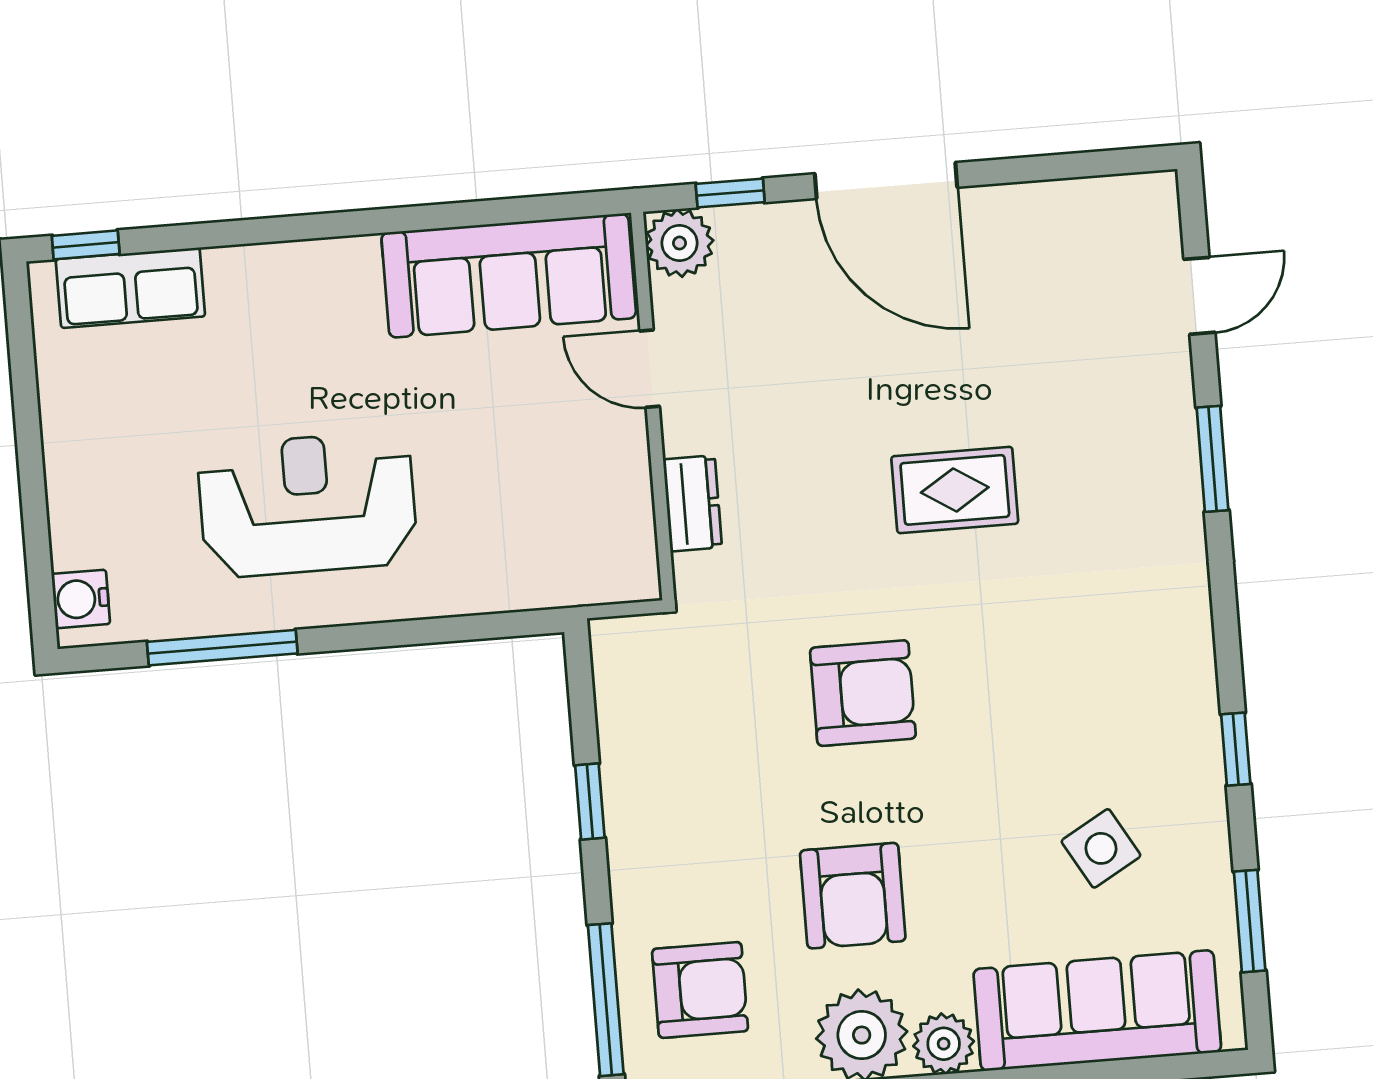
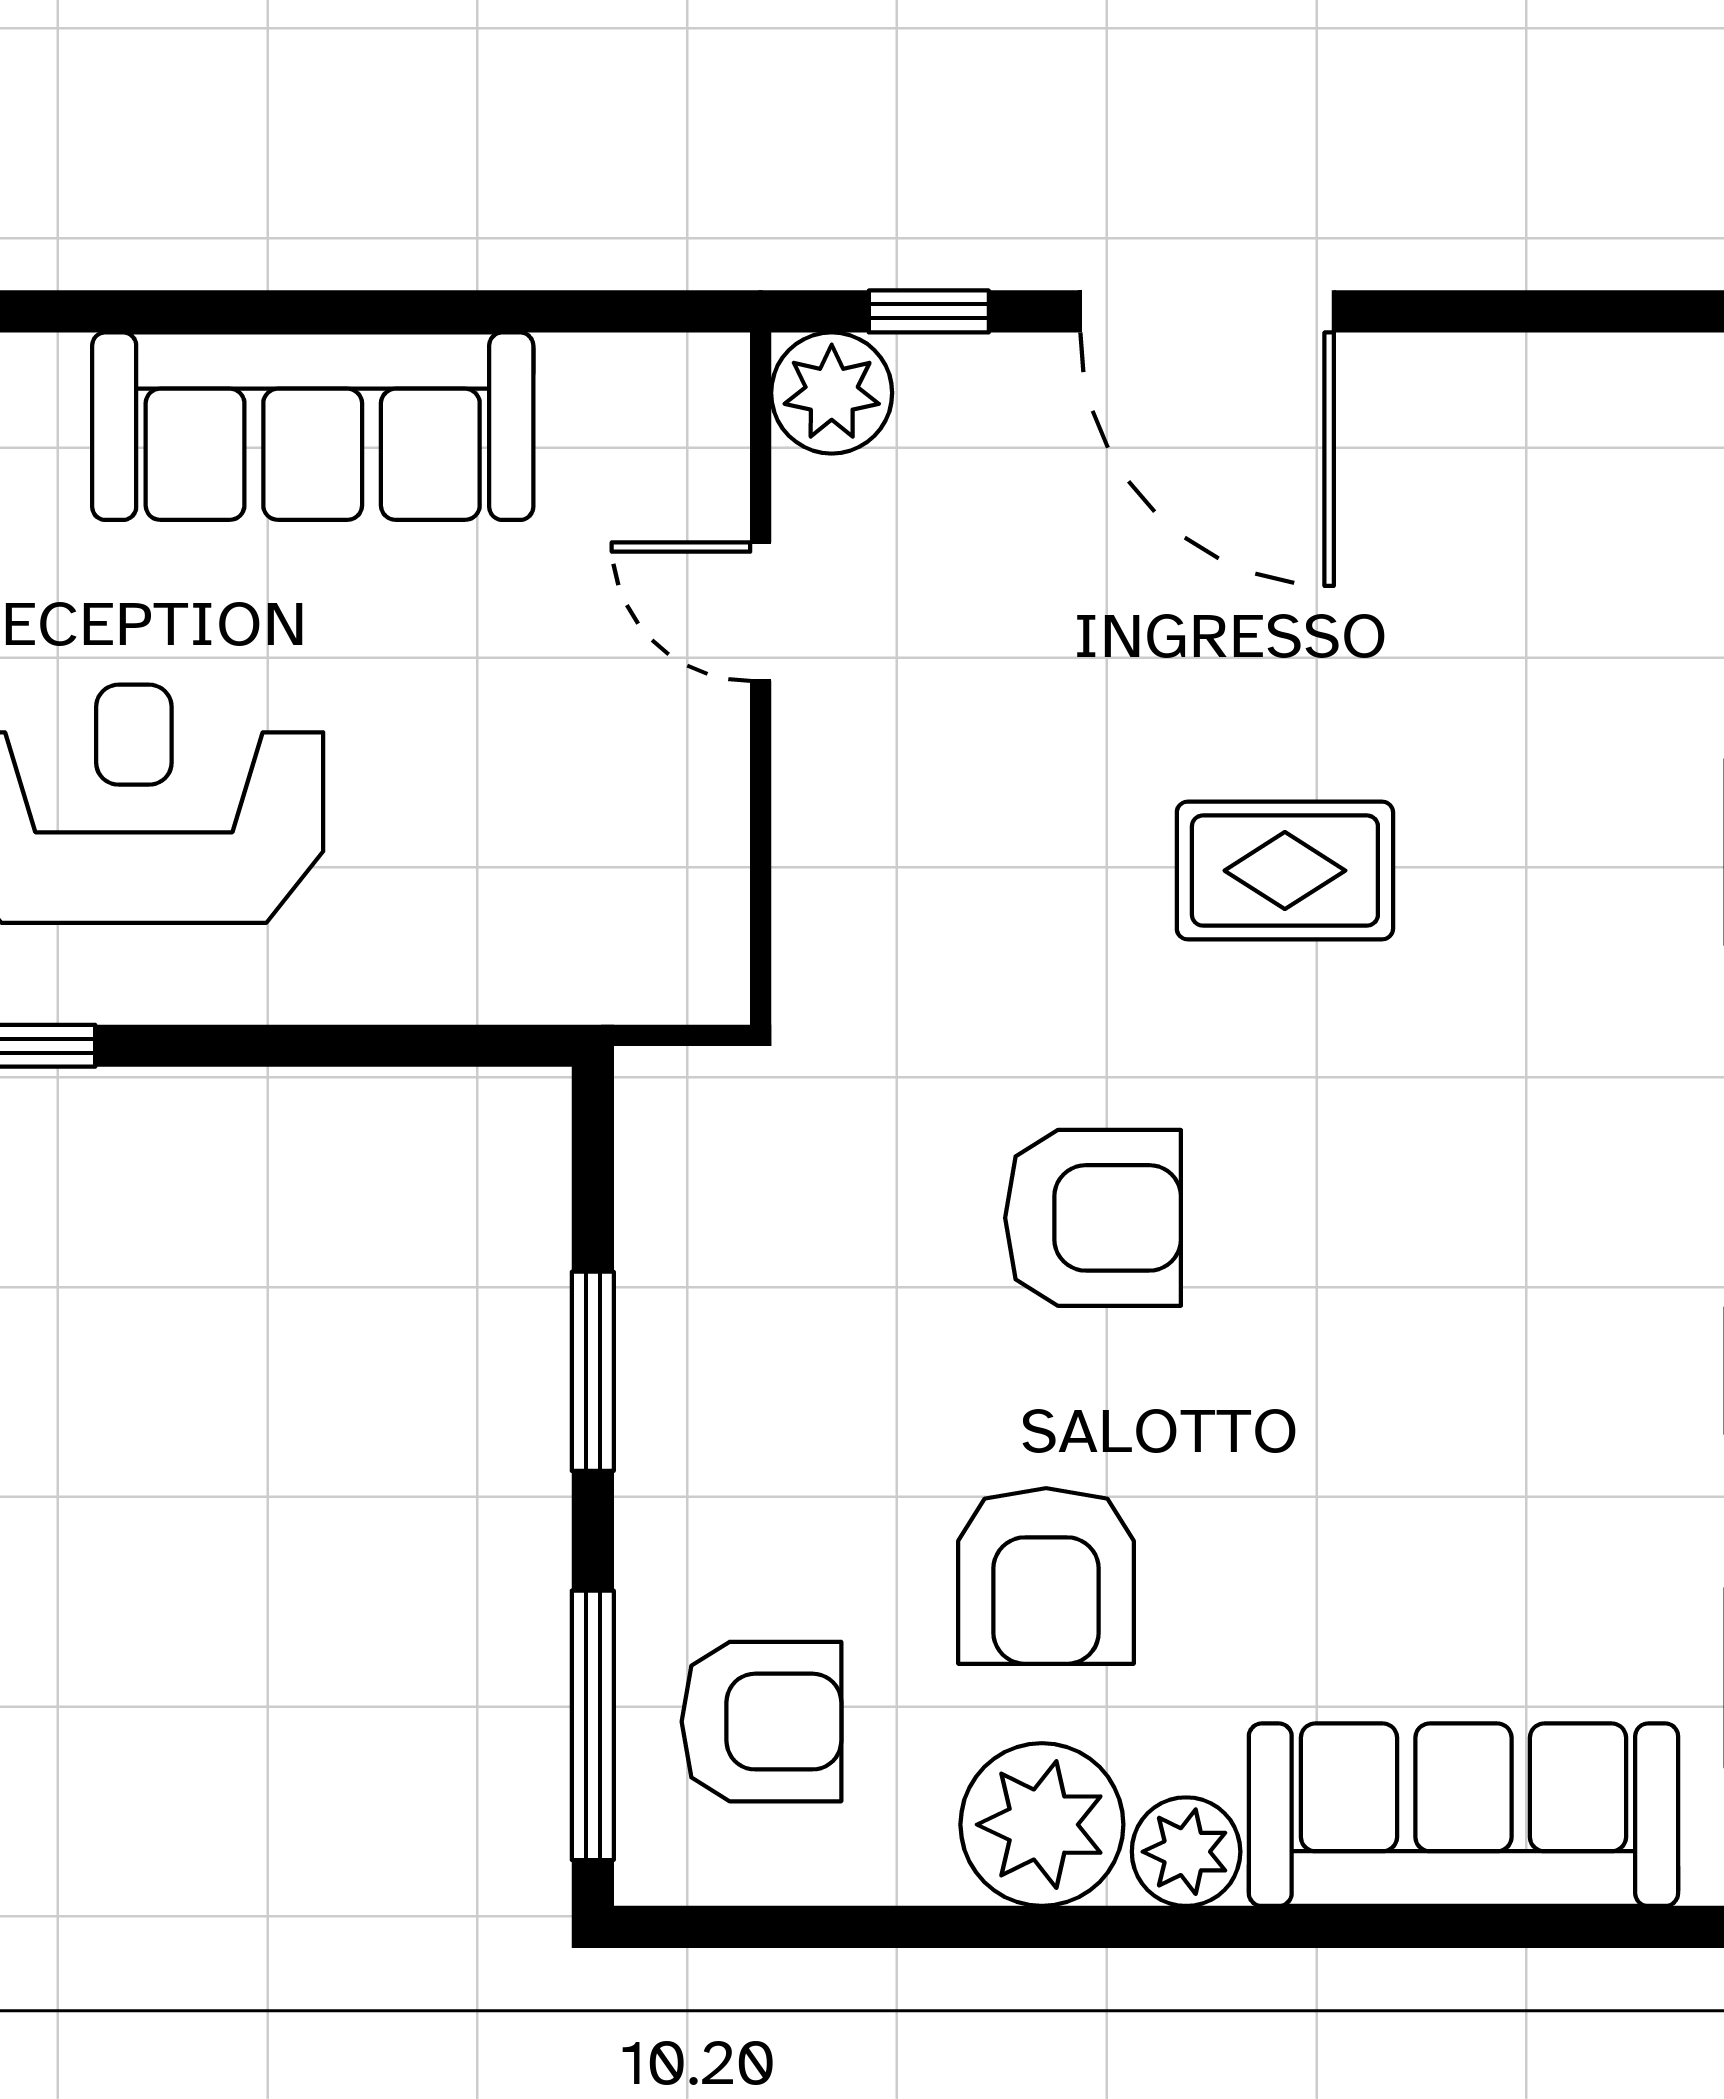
sofa: (509, 275) -> (313, 426), moved
dresser: (692, 503) -> (817, 857), removed
window: (590, 802) -> (593, 1371), width x1.50
side table: (1101, 848) -> (1493, 1527), removed

